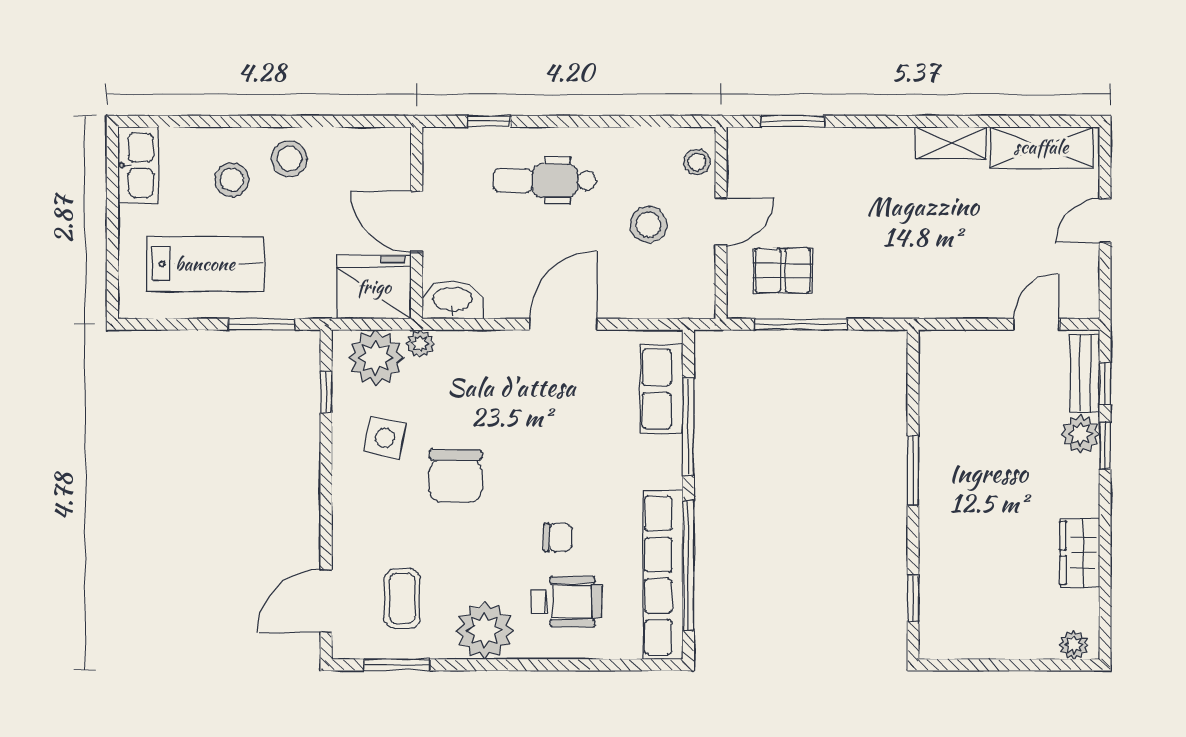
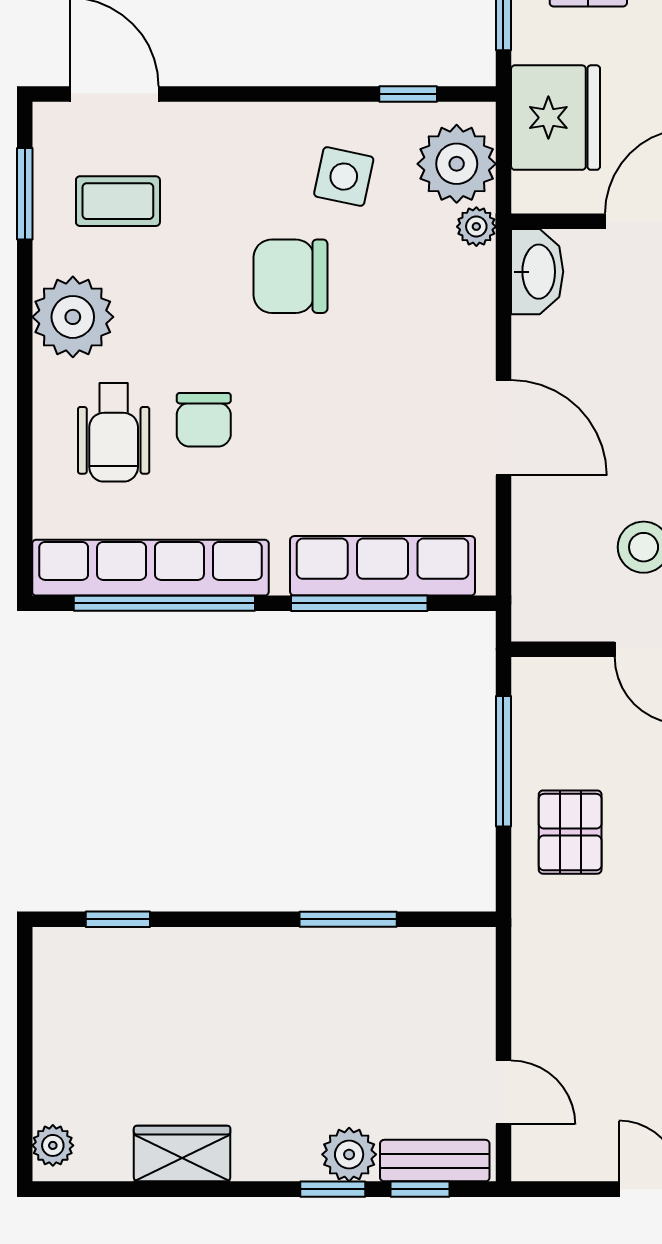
pallet: (783, 270) -> (570, 832), moved
fridge: (374, 287) -> (556, 118), moved
row of seats: (662, 389) -> (383, 566), width x1.48
window: (913, 471) -> (348, 919), moved
chair: (558, 537) -> (204, 420), width x1.37, depth x1.37

